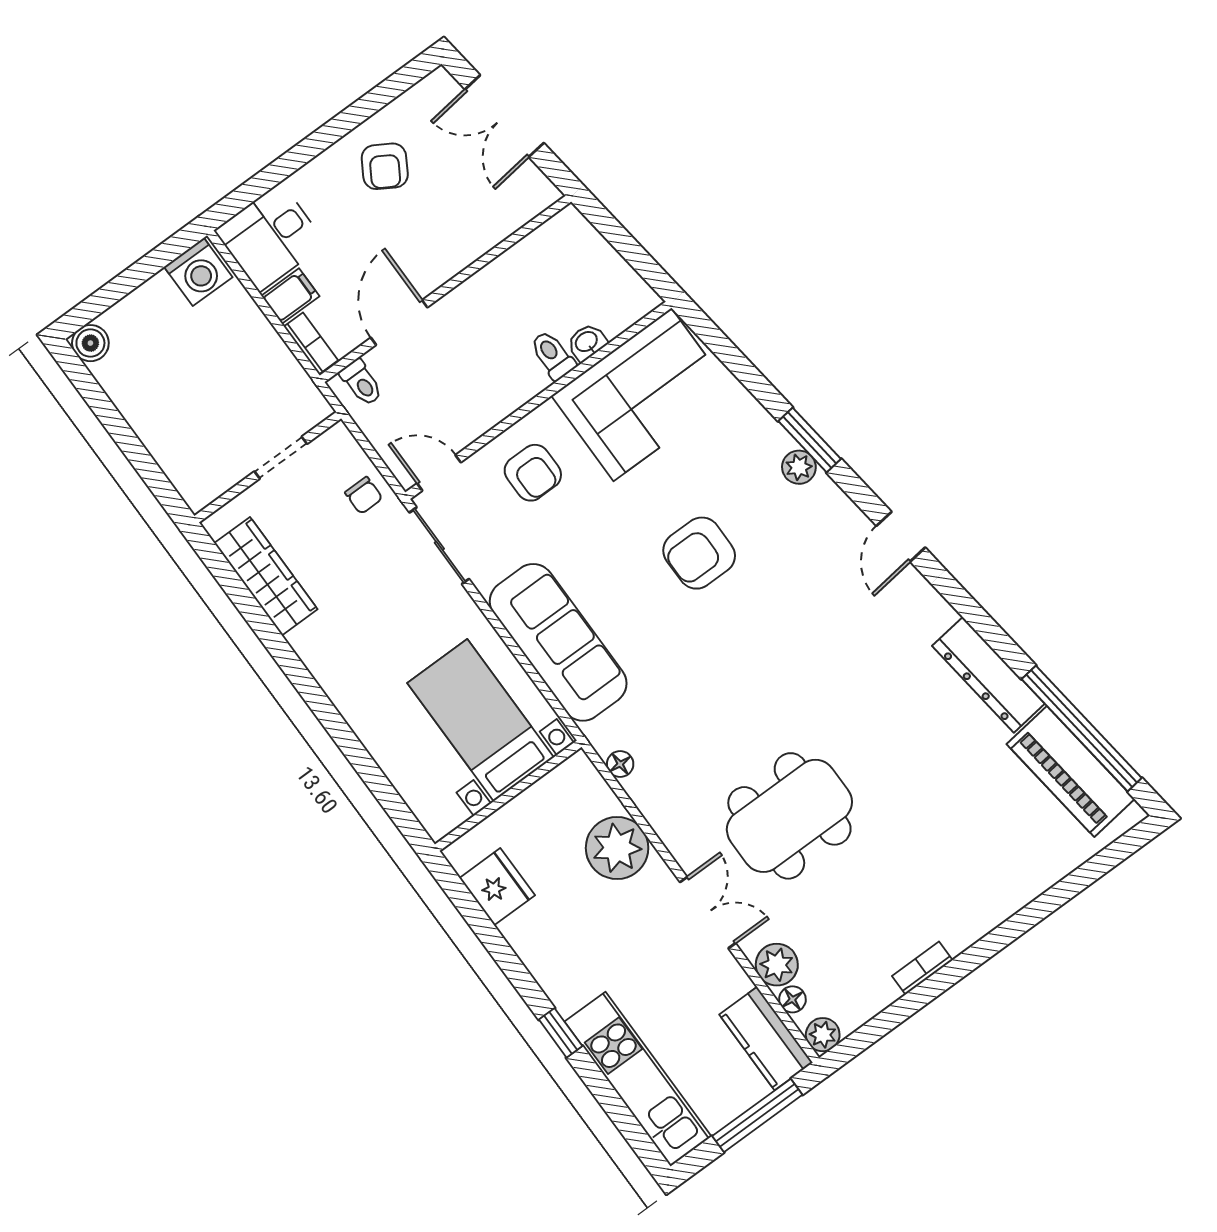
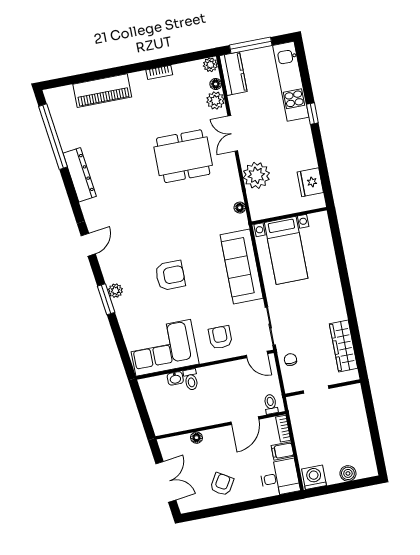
floor lamp: (484, 239) -> (197, 438), added
boiler: (90, 343) -> (348, 473), moved
piano: (1071, 772) -> (102, 91), moved, turned 97

